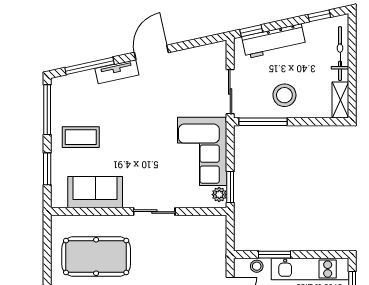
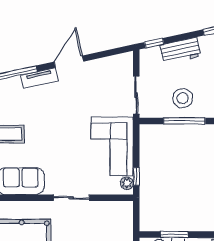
workbench: (274, 41) -> (181, 50), width x0.73
window: (263, 122) -> (184, 121), moved
window: (230, 187) -> (136, 177), width x0.67

